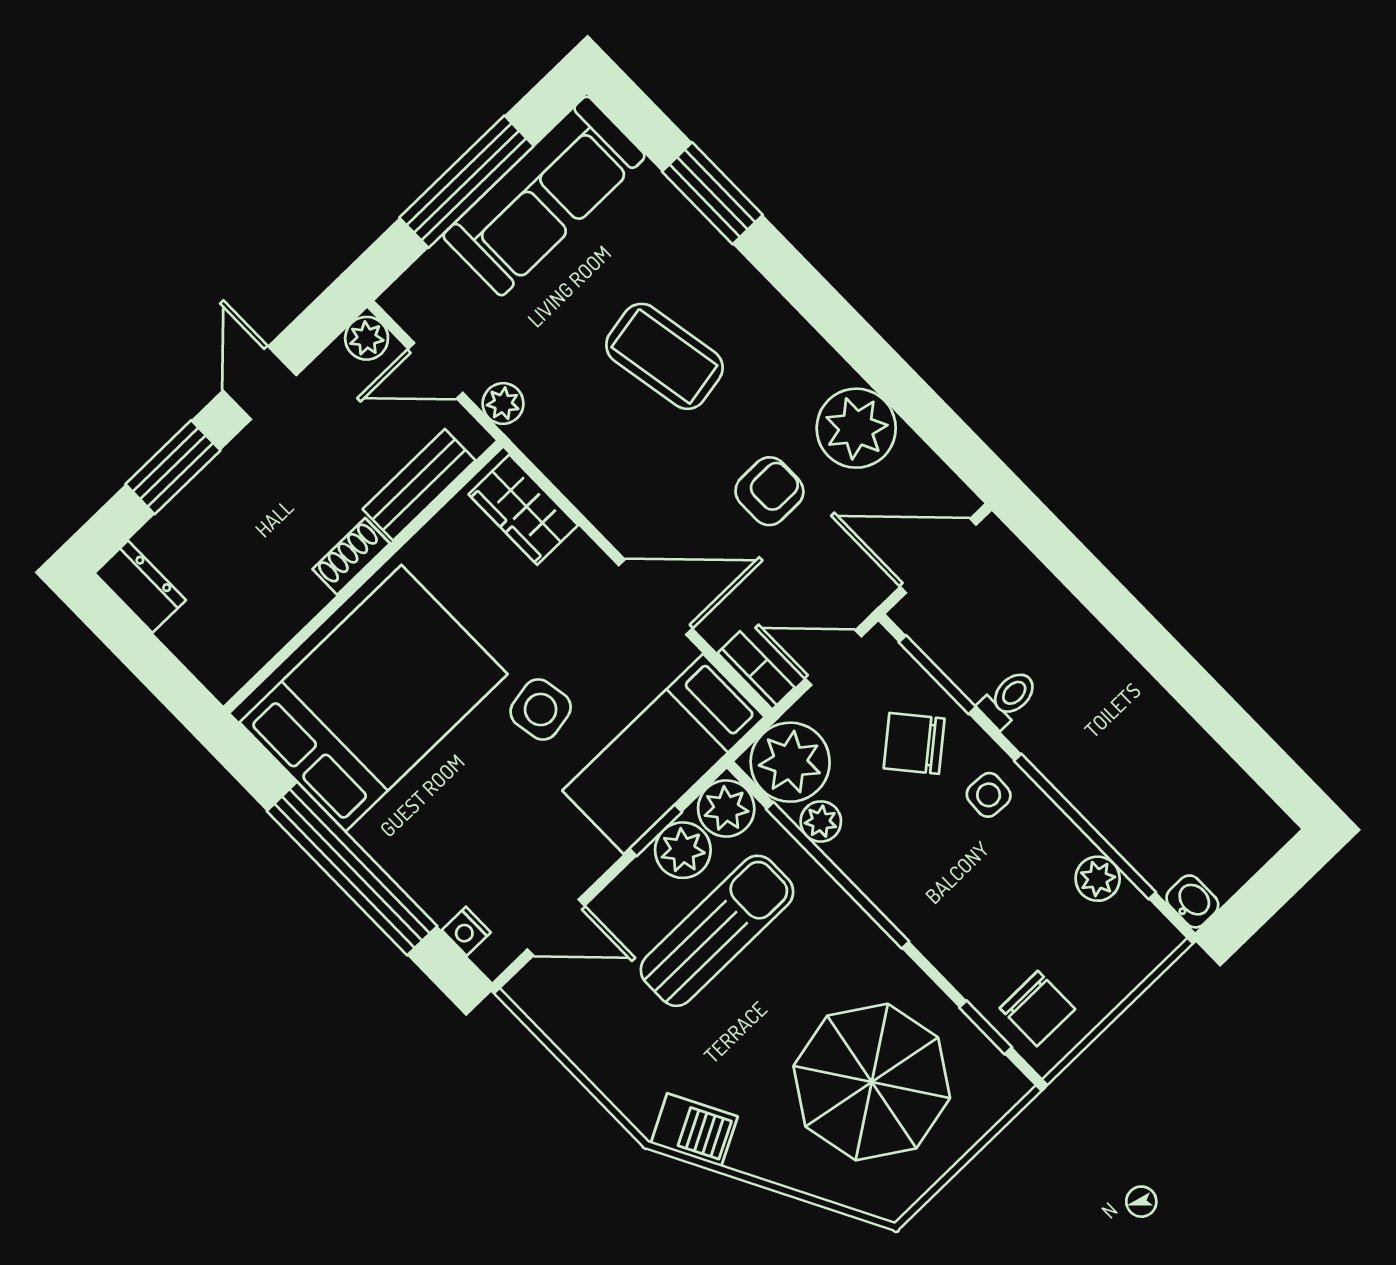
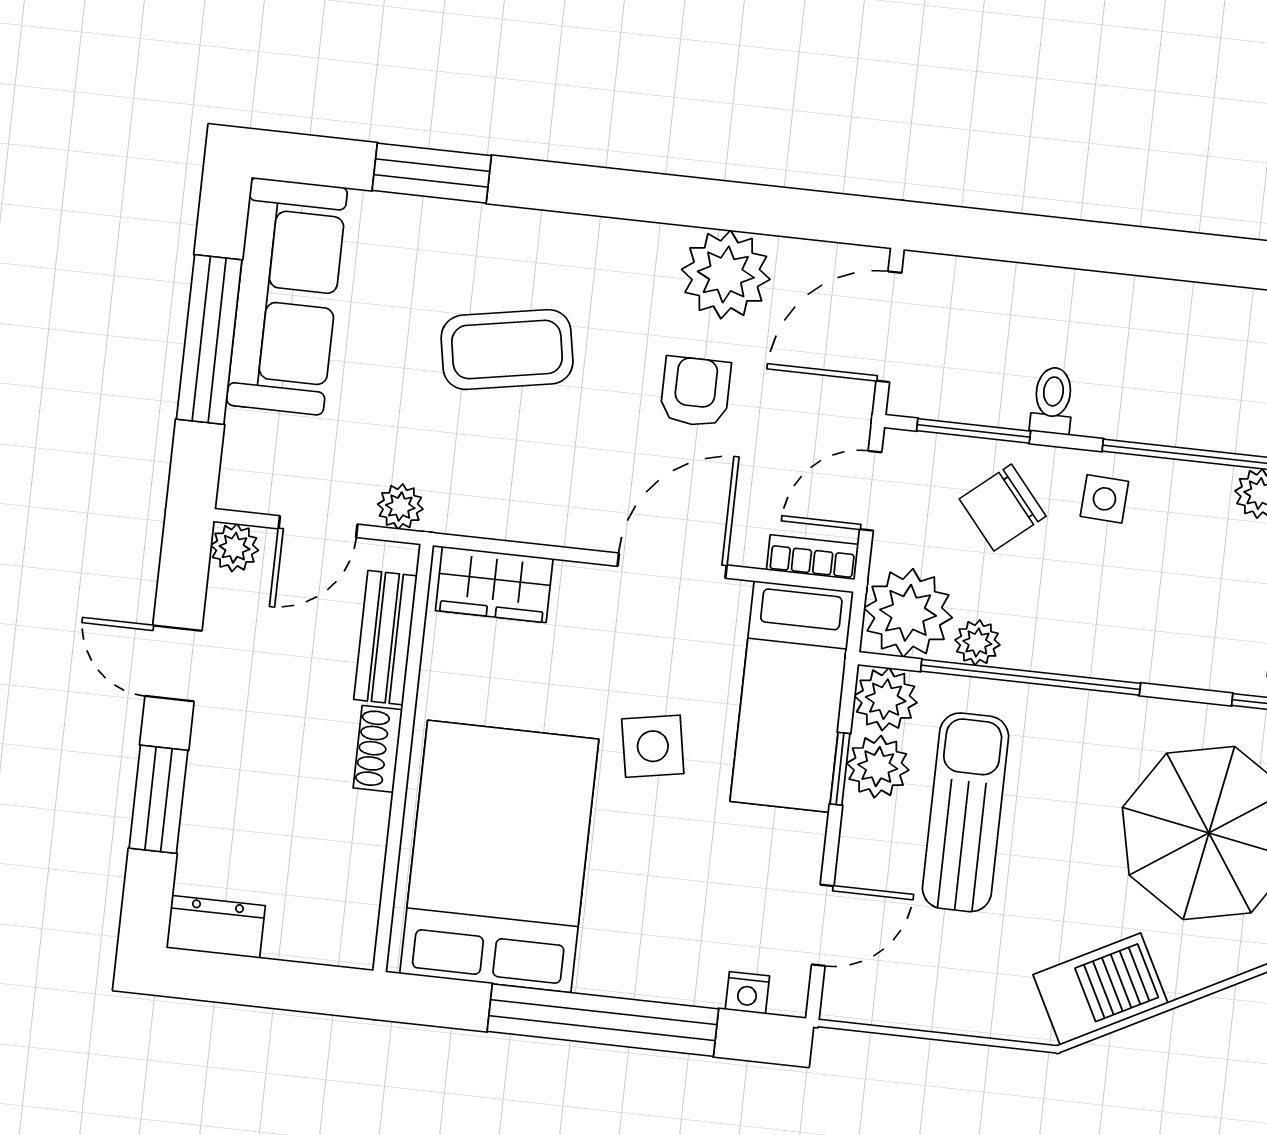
barbecue: (694, 1130) -> (1100, 989), width x1.38, depth x1.27

